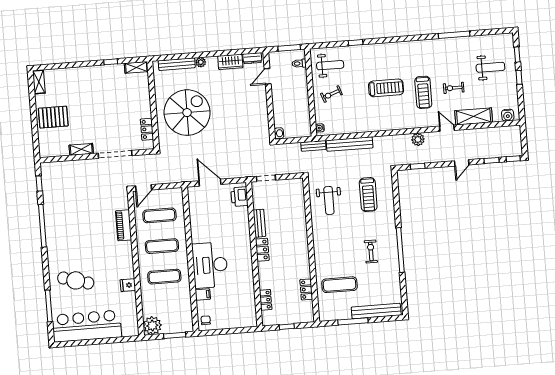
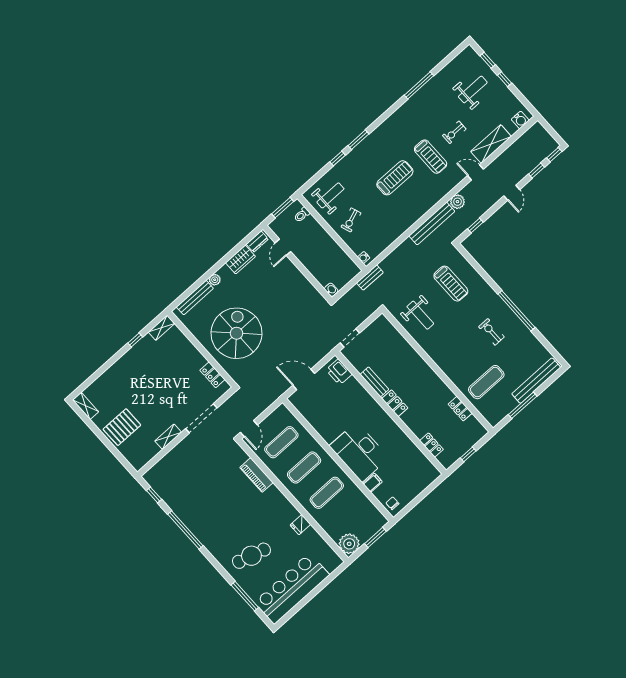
window: (381, 41) -> (358, 140), added
bench: (350, 144) -> (432, 224), moved

